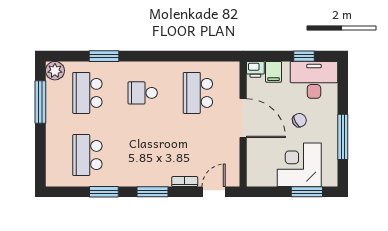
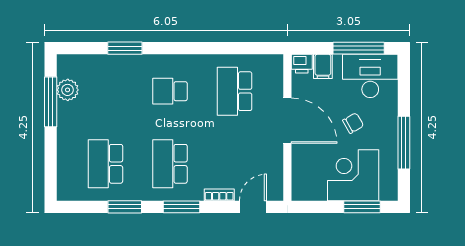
window: (304, 56) -> (359, 48), width x2.17
plant: (55, 71) -> (68, 90), moved
school desk: (87, 93) -> (170, 164), moved

